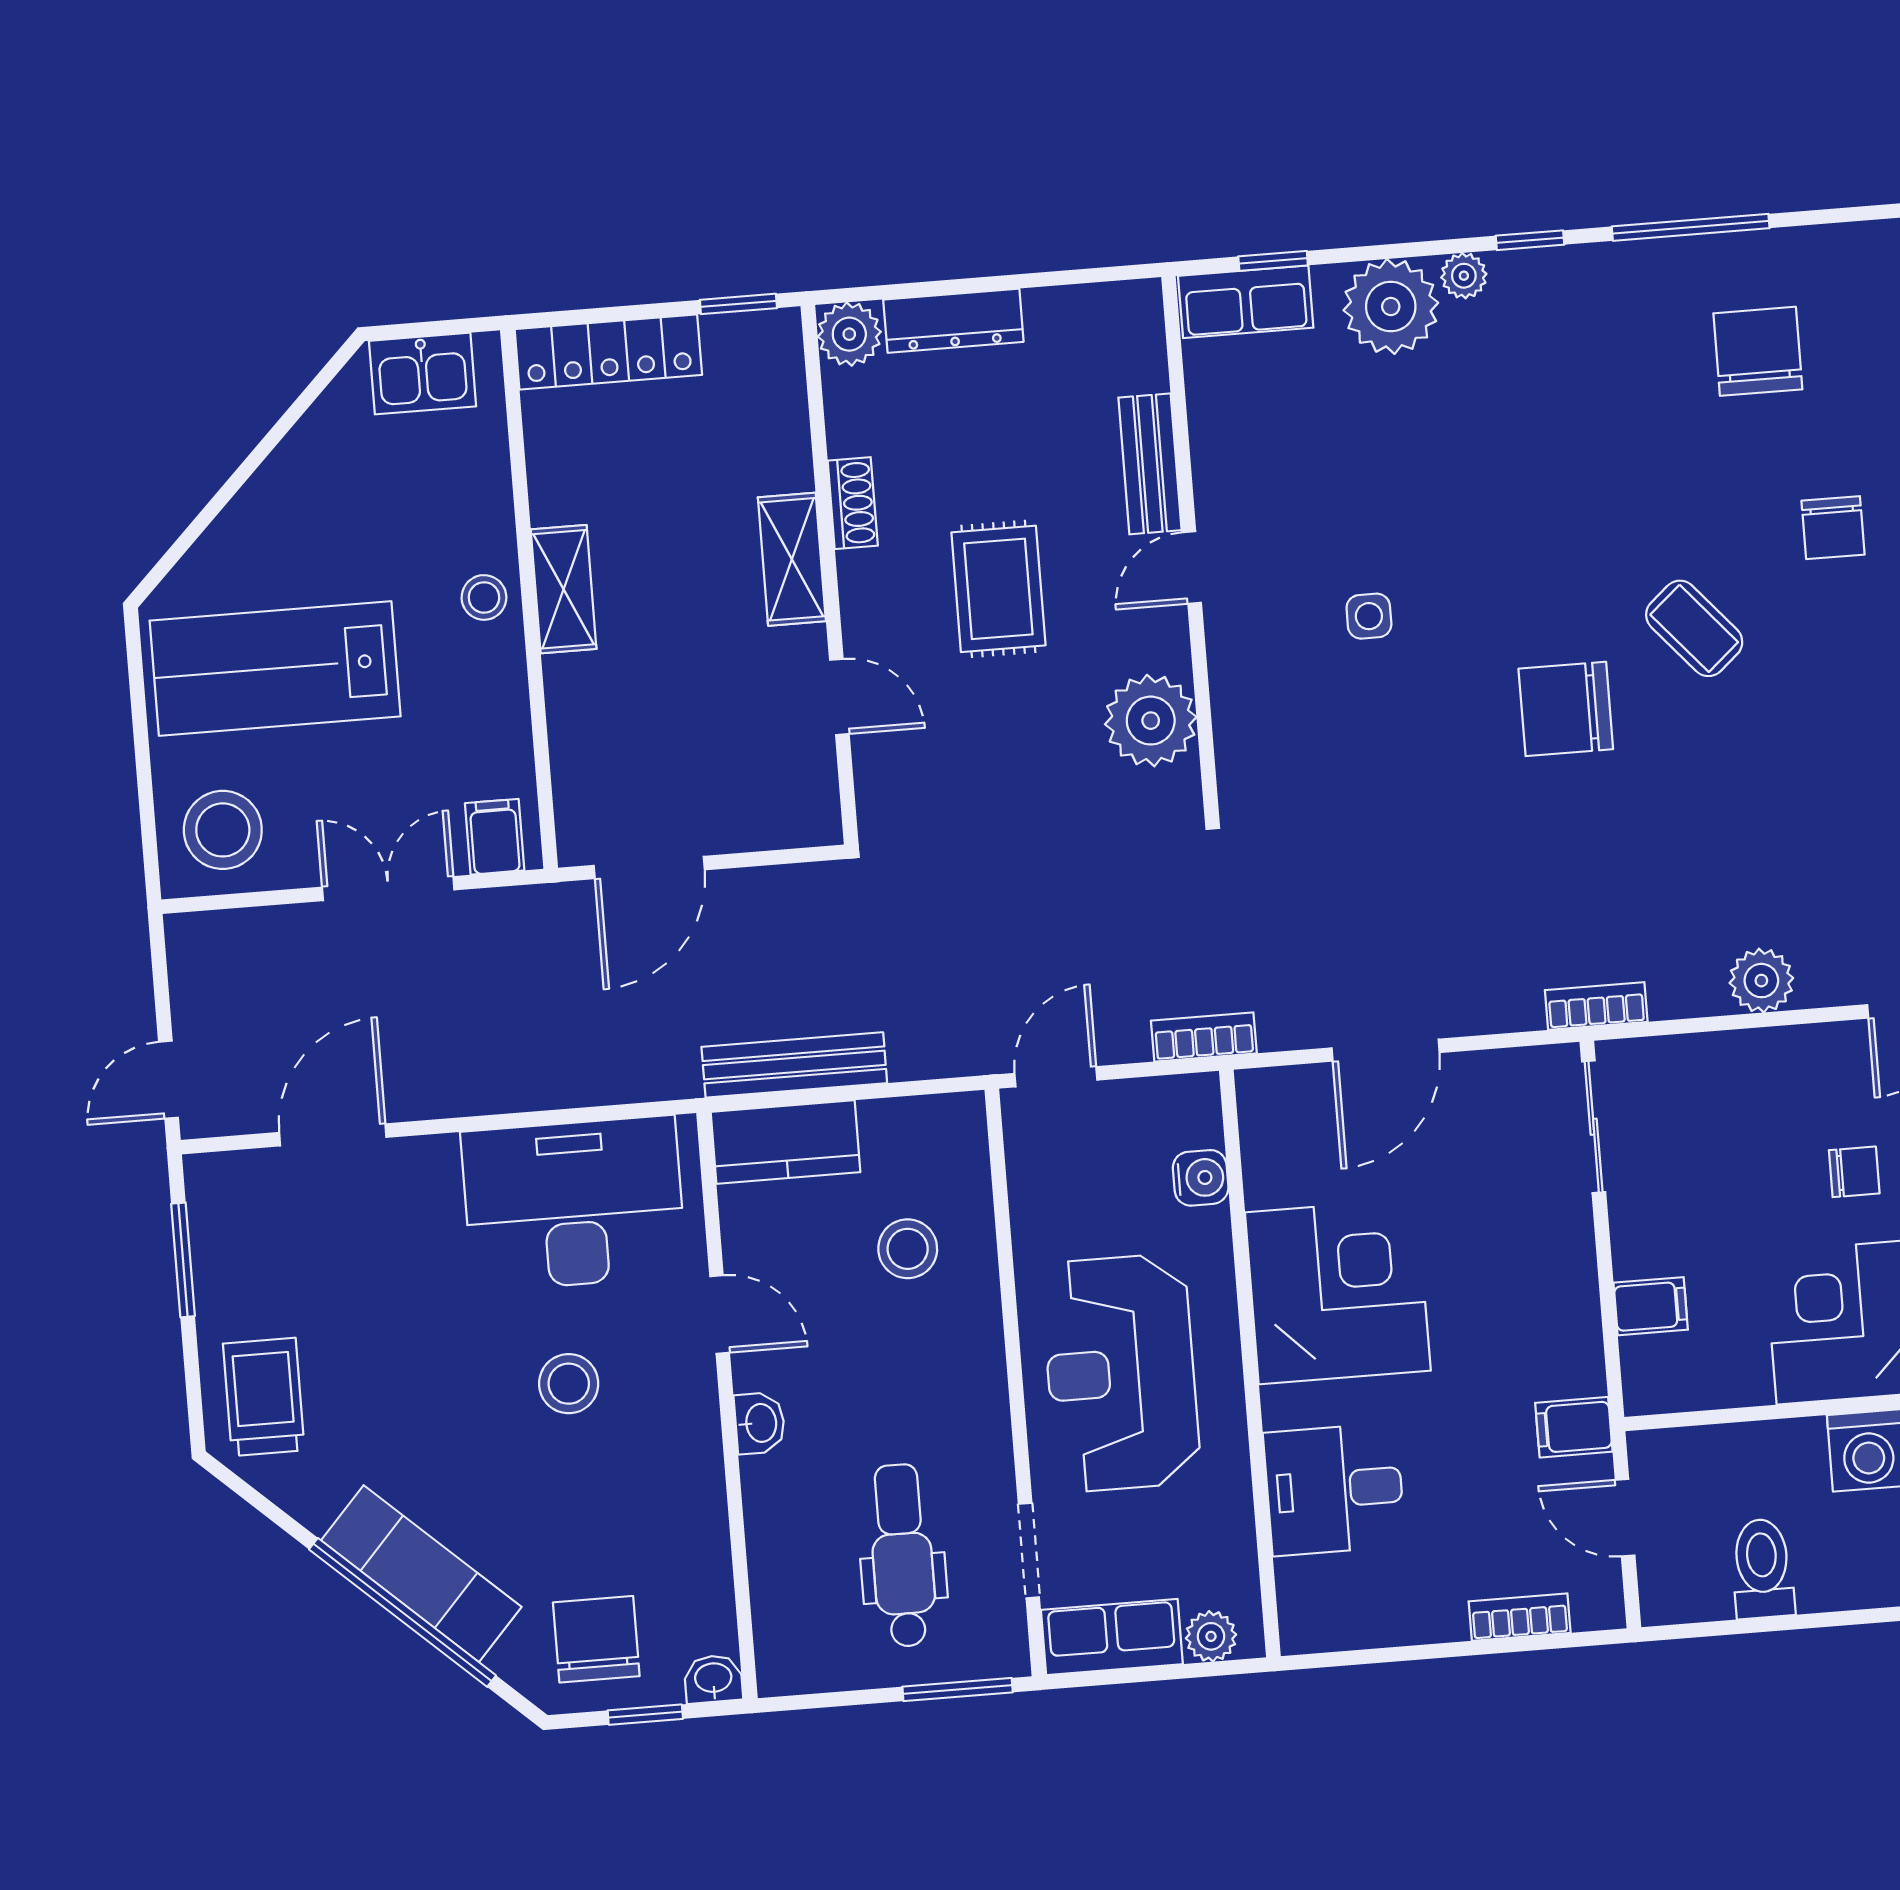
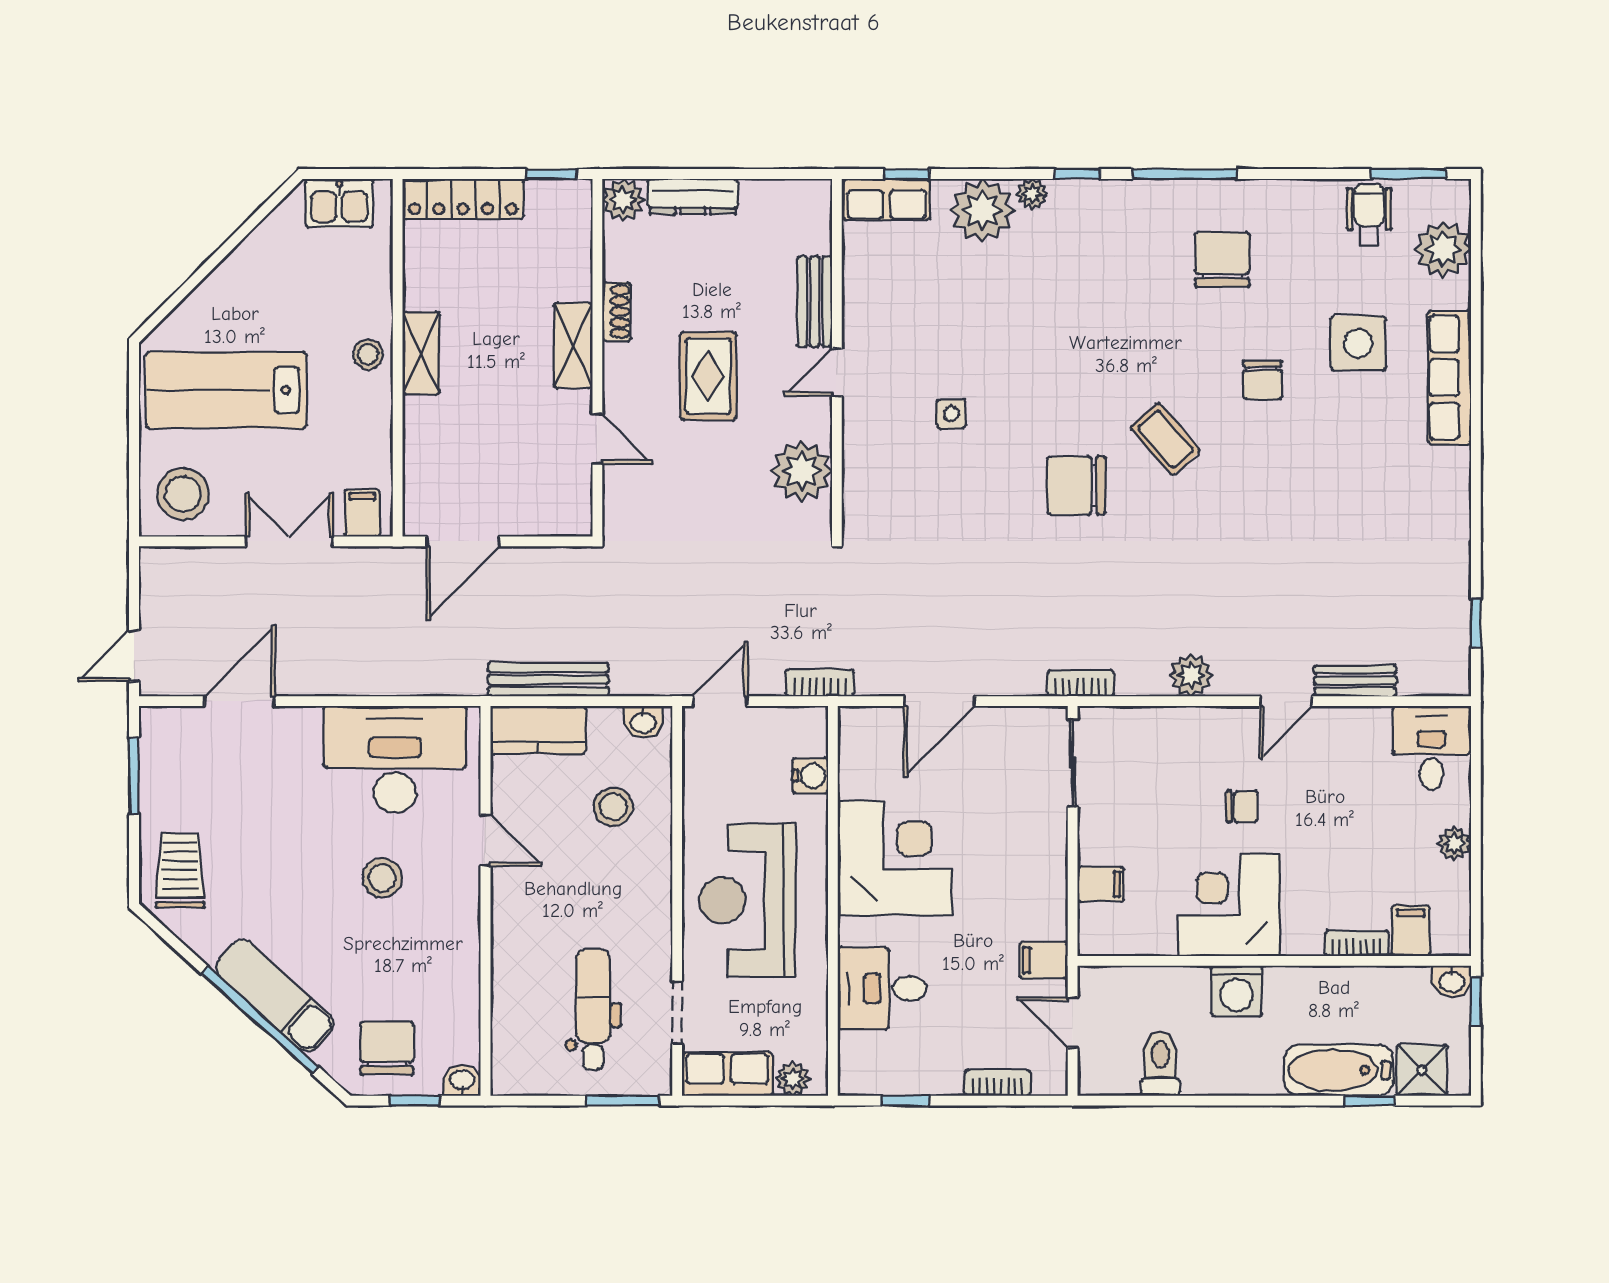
washbasin: (760, 1423) -> (643, 722), moved, turned 90
window: (1383, 1655) -> (905, 1101), added

